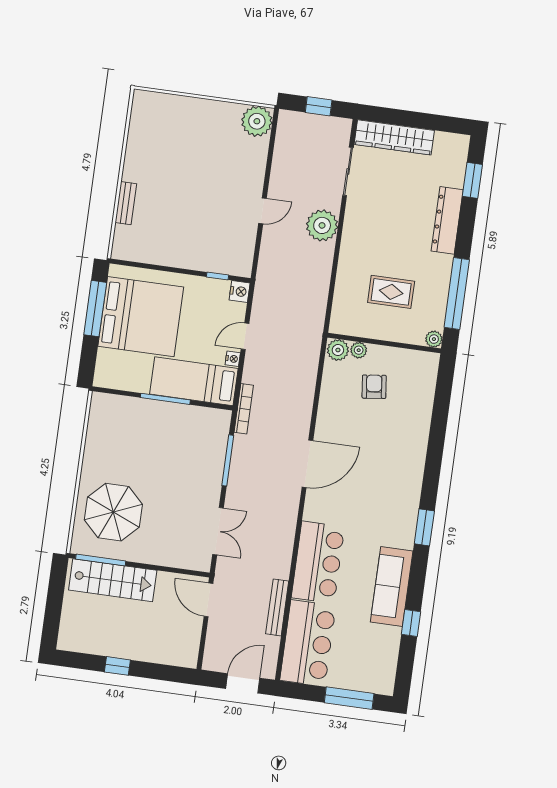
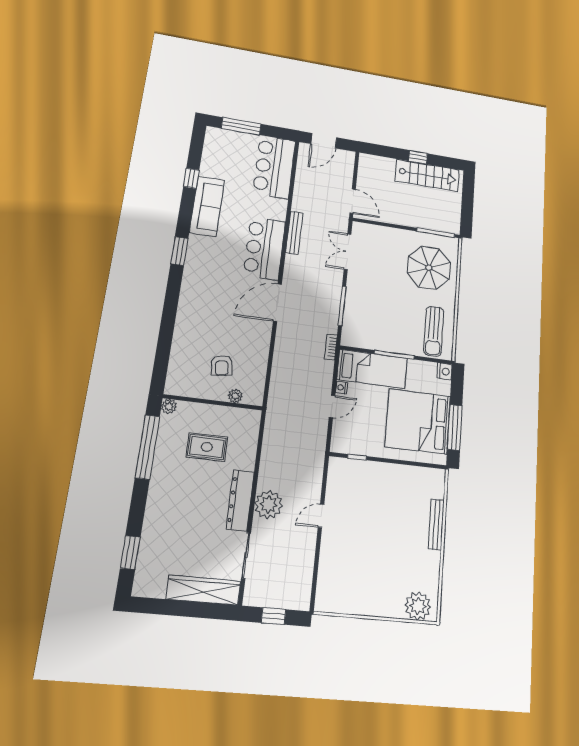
plant: (257, 121) -> (418, 606), moved
bench: (126, 203) -> (436, 525), width x1.36
dresser: (447, 220) -> (240, 500), moved, turned 180
nightstand: (240, 291) -> (445, 371), moved, turned 180
plant: (338, 350) -> (253, 396), removed
bookcase: (244, 409) -> (331, 347), width x0.64
sun lounger: (113, 429) -> (434, 331), added
bar counter: (318, 562) -> (264, 248), moved
stairs: (113, 580) -> (427, 175), moved, turned 180
bench: (277, 607) -> (294, 233), moved

